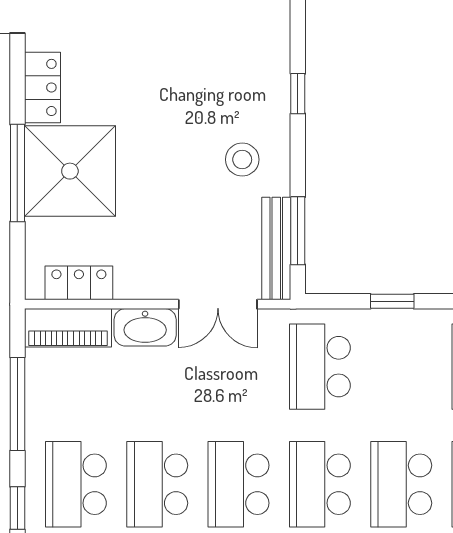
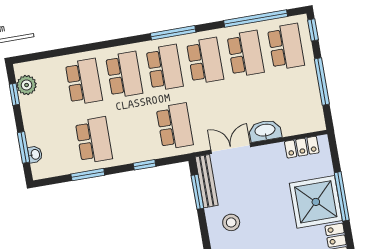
piano: (68, 328) -> (303, 124), removed

